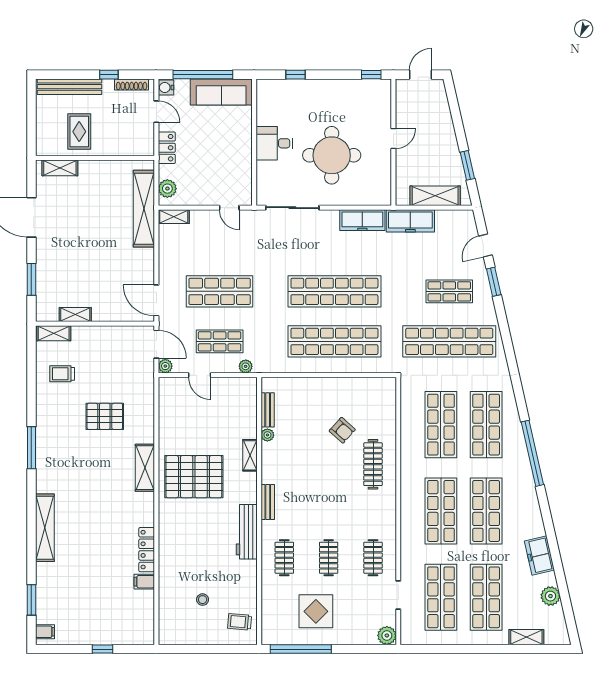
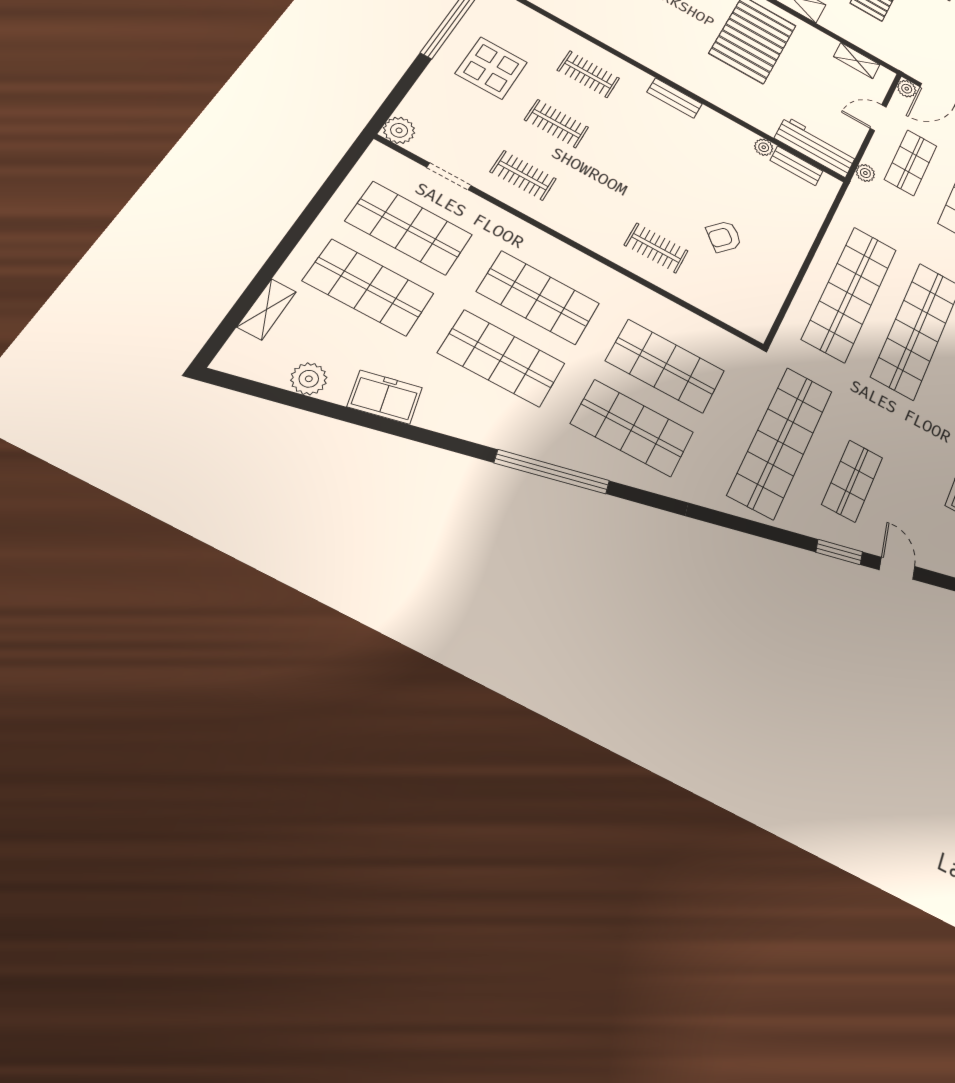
shelving: (250, 455) -> (857, 61), moved
clothes rail: (373, 464) -> (656, 248), width x0.73
workbench: (247, 532) -> (815, 147), moved

